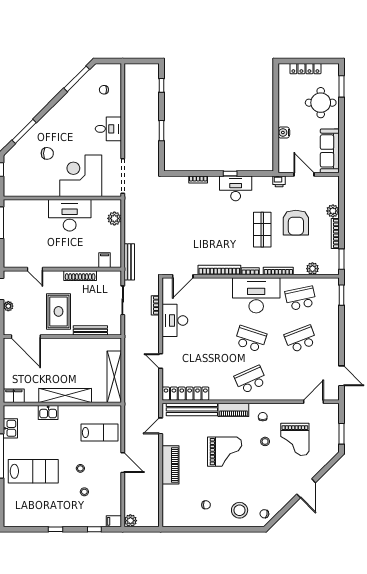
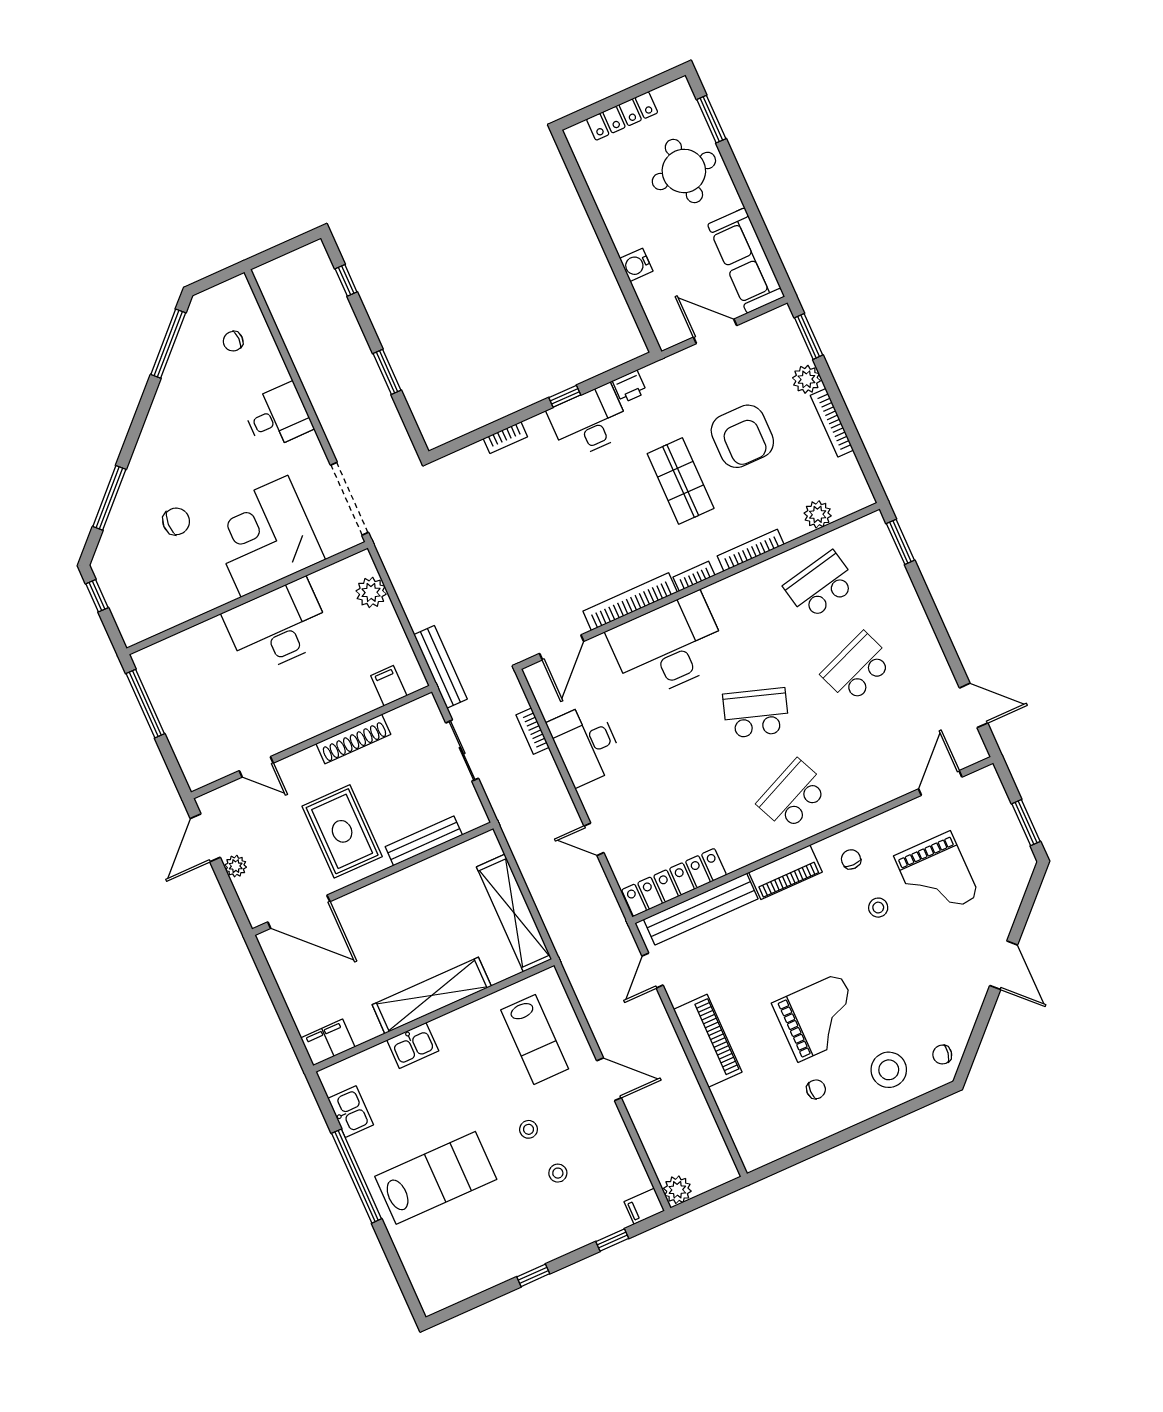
printer: (279, 181) -> (630, 387), moved
window: (342, 259) -> (809, 336), moved
desk: (256, 295) -> (668, 646), moved
lab bench: (99, 433) -> (535, 1039), turned 90
grand piano: (225, 452) -> (819, 1017), moved

